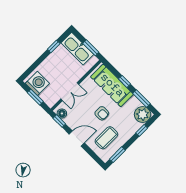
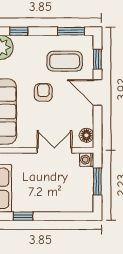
washing machine: (37, 83) -> (87, 160), moved, width x0.53, depth x0.53
window: (59, 121) -> (97, 59), moved

